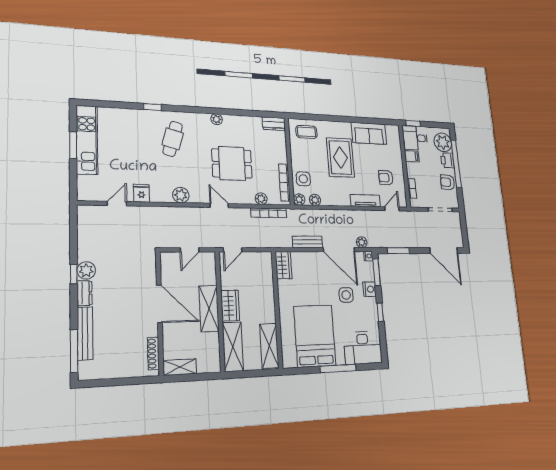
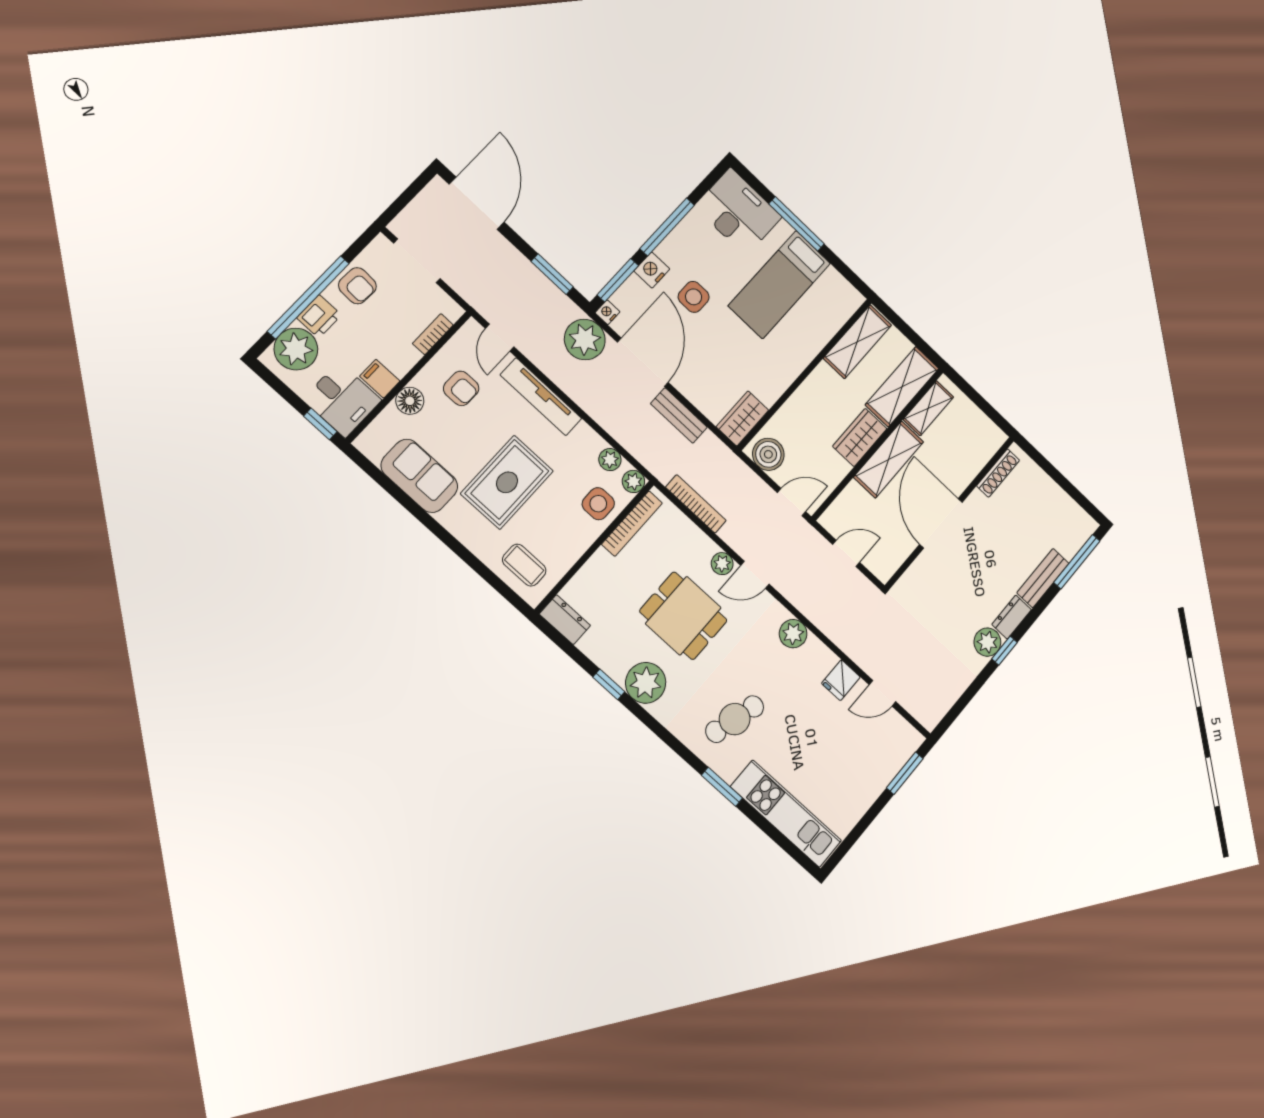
window: (152, 107) -> (722, 787), width x1.50
window: (235, 112) -> (609, 684), added
plant: (217, 119) -> (646, 683), width x1.88, depth x1.88
kitchen unit: (87, 140) -> (786, 814), moved, turned 90
window: (73, 145) -> (905, 773), moved
floor lamp: (396, 157) -> (410, 401), added
plant: (261, 199) -> (722, 564), moved
tv unit: (365, 201) -> (541, 397), width x1.41
door: (219, 205) -> (755, 575), hinge flipped
door: (392, 209) -> (500, 338), hinge flipped
plant: (362, 242) -> (585, 340), width x1.87, depth x1.87
boiler: (260, 260) -> (768, 454), added
window: (380, 312) -> (667, 227), width x2.17
bench: (85, 333) -> (1043, 578), width x0.73
bed: (315, 336) -> (779, 284), width x0.67
shelving: (180, 367) -> (928, 408), moved, turned 90

